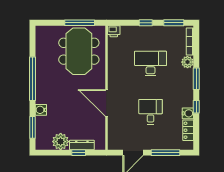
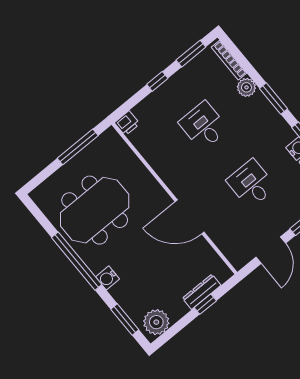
meeting table: (79, 51) -> (95, 210), moved, turned 90
desk: (151, 64) -> (203, 126), width x0.73
water cooler: (41, 110) -> (108, 278), moved
plant: (61, 142) -> (156, 322), moved

